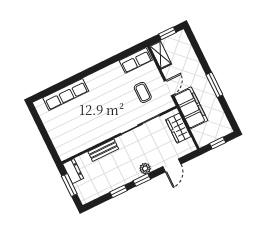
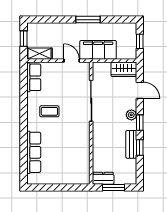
coffee table: (143, 92) -> (49, 111), moved
wardrobe: (178, 128) -> (124, 69), moved
bench: (103, 150) -> (131, 144), moved

